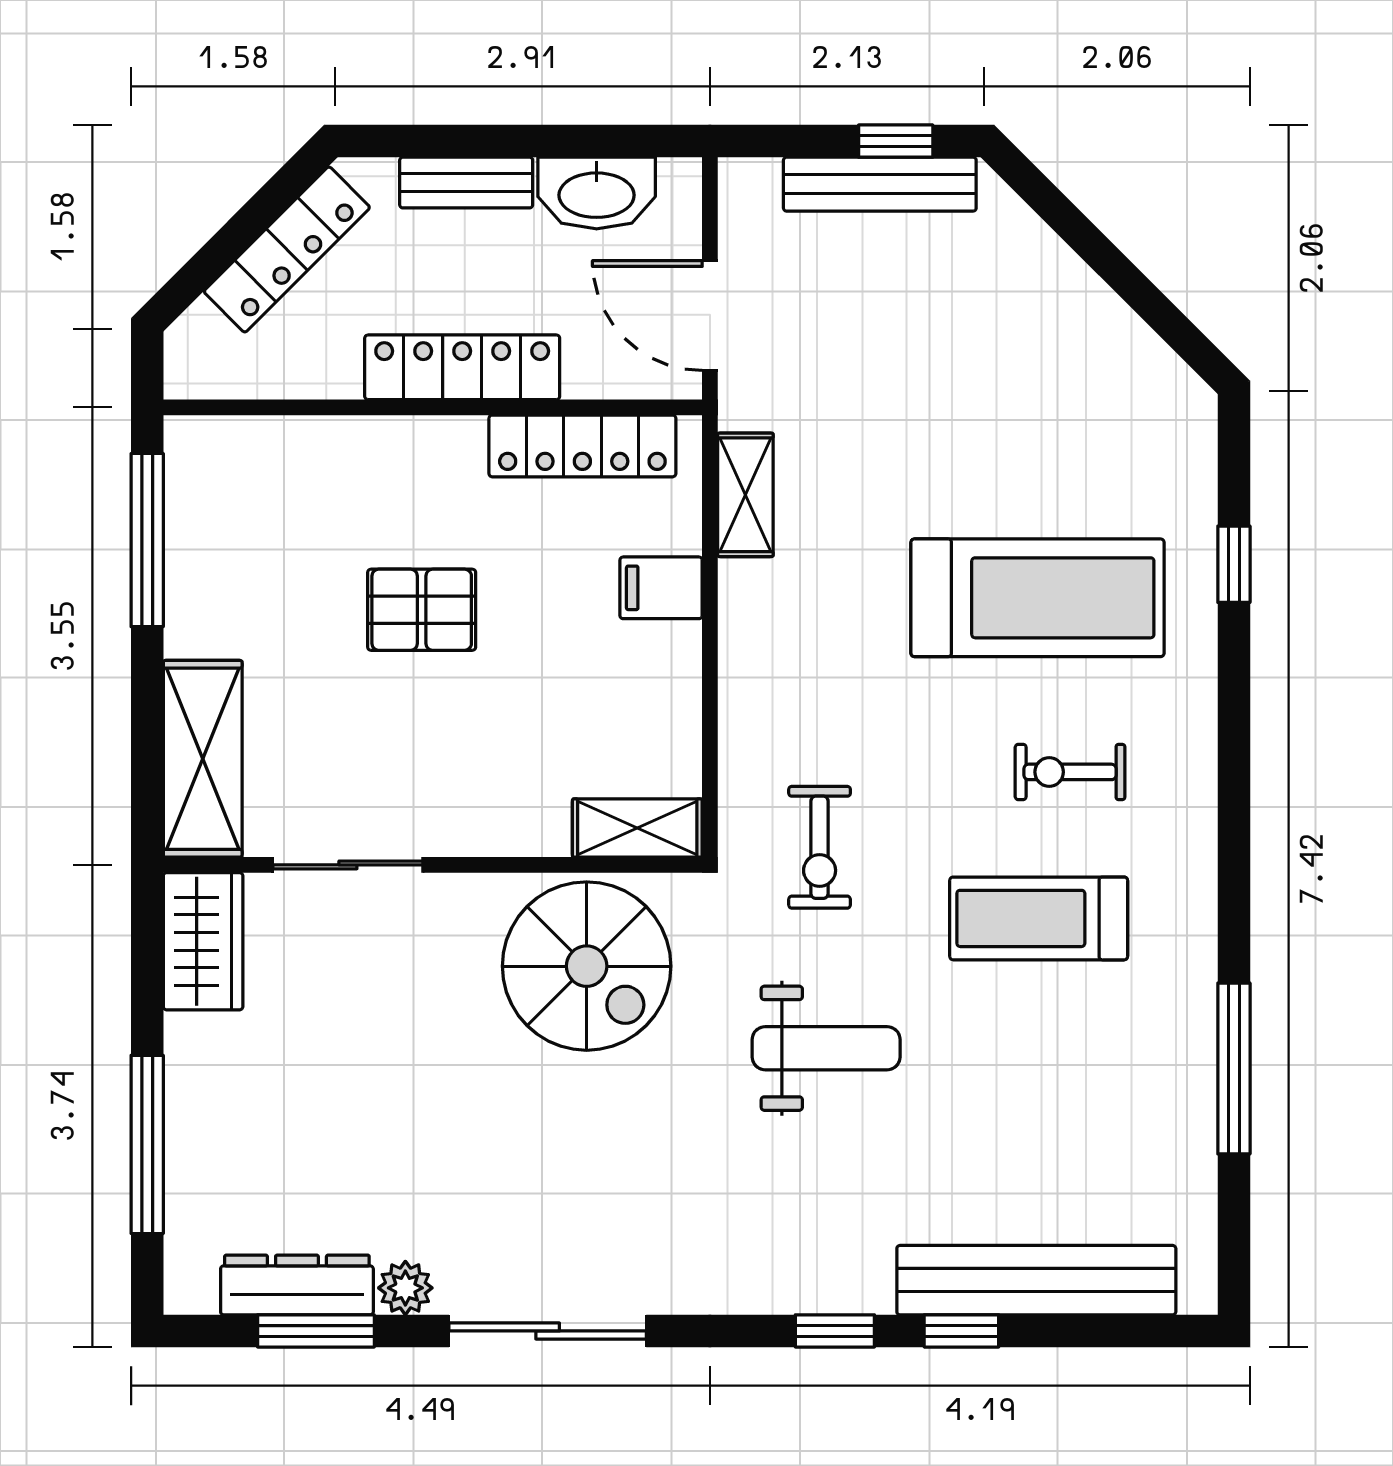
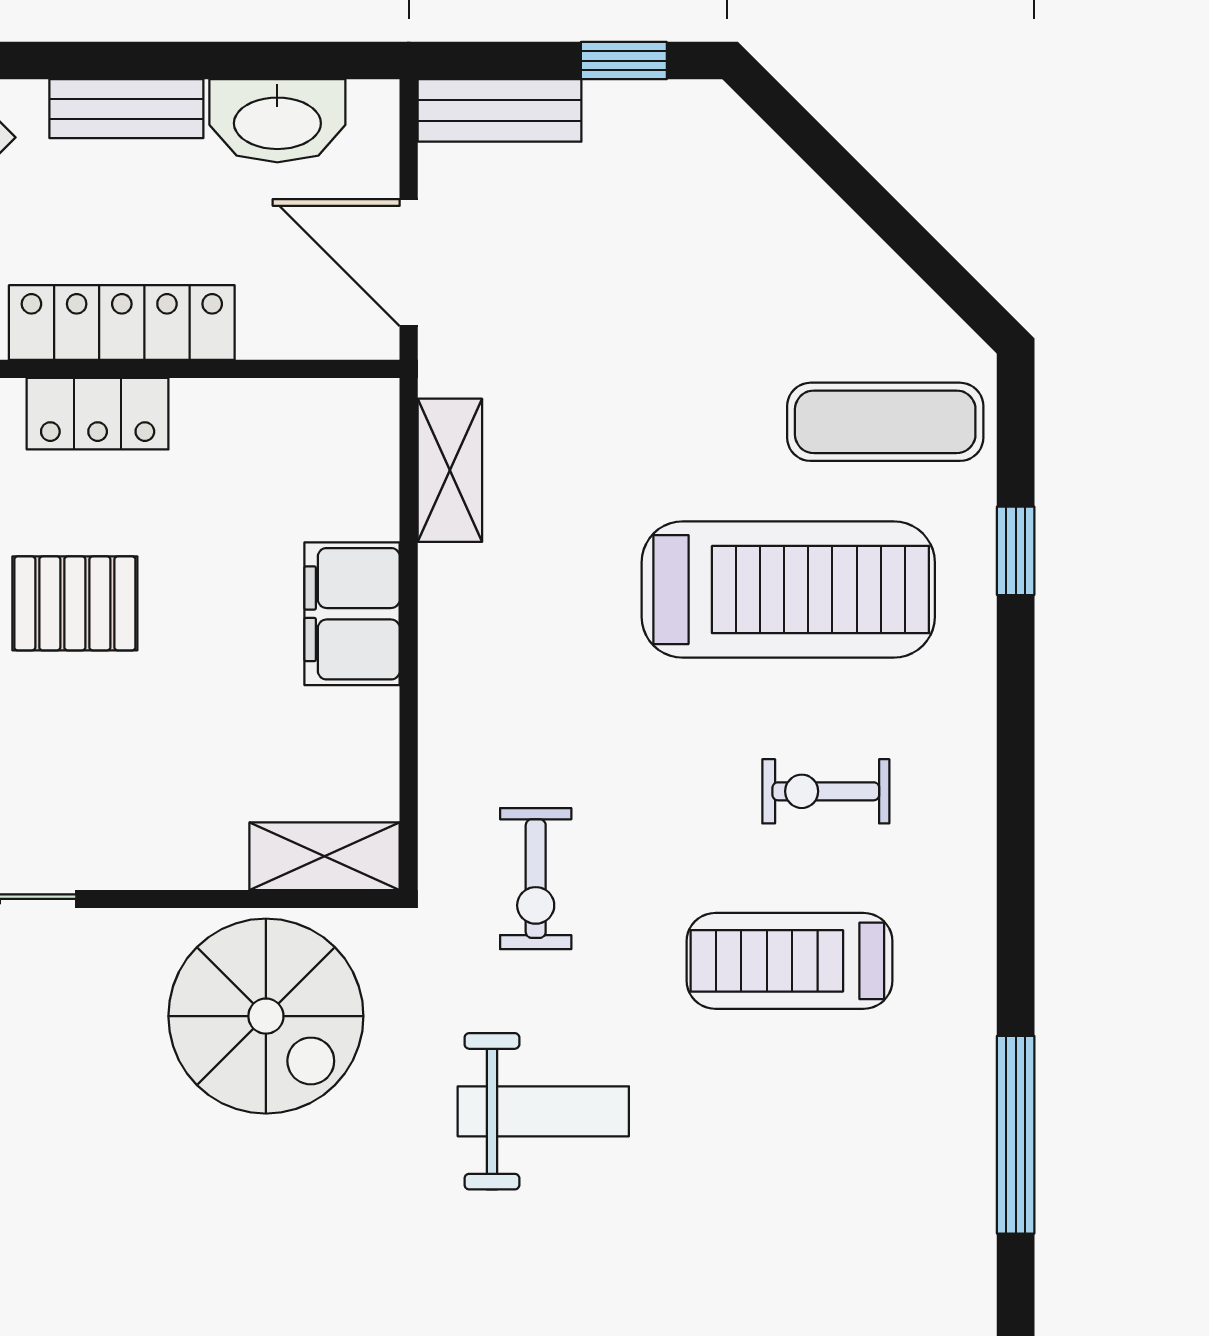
bench: (880, 184) -> (500, 110), moved, width x0.73
locker: (582, 446) -> (98, 414), moved, width x0.66
exercise mat: (1121, 453) -> (885, 422), added
filing cabinet: (661, 588) -> (352, 614), width x2.00

